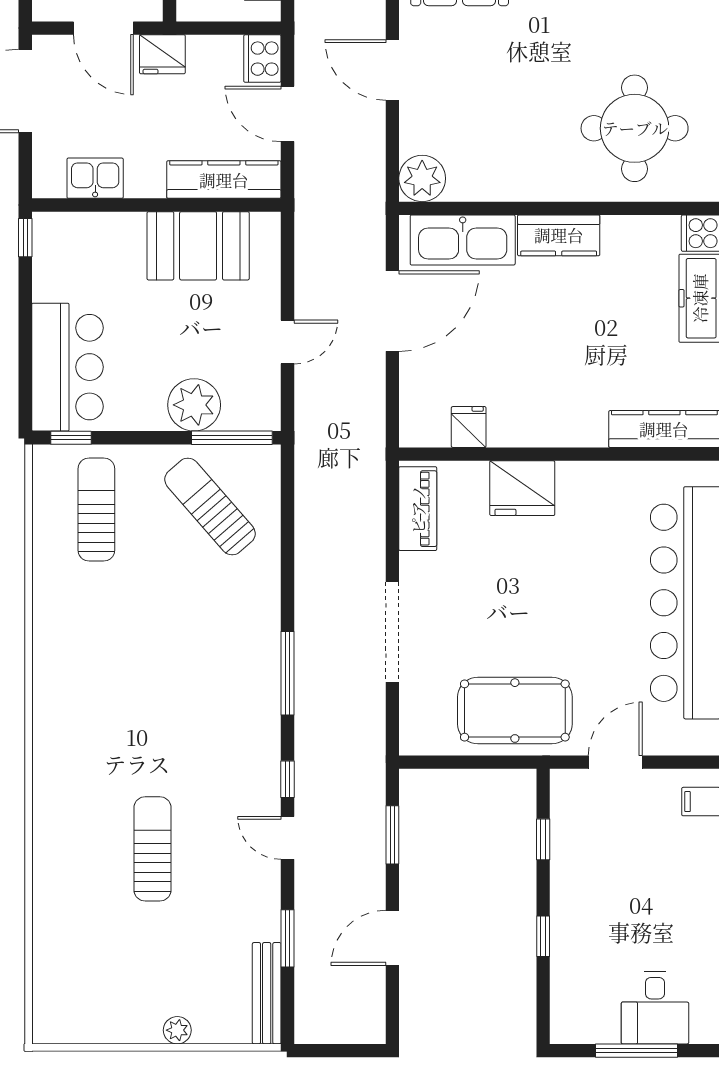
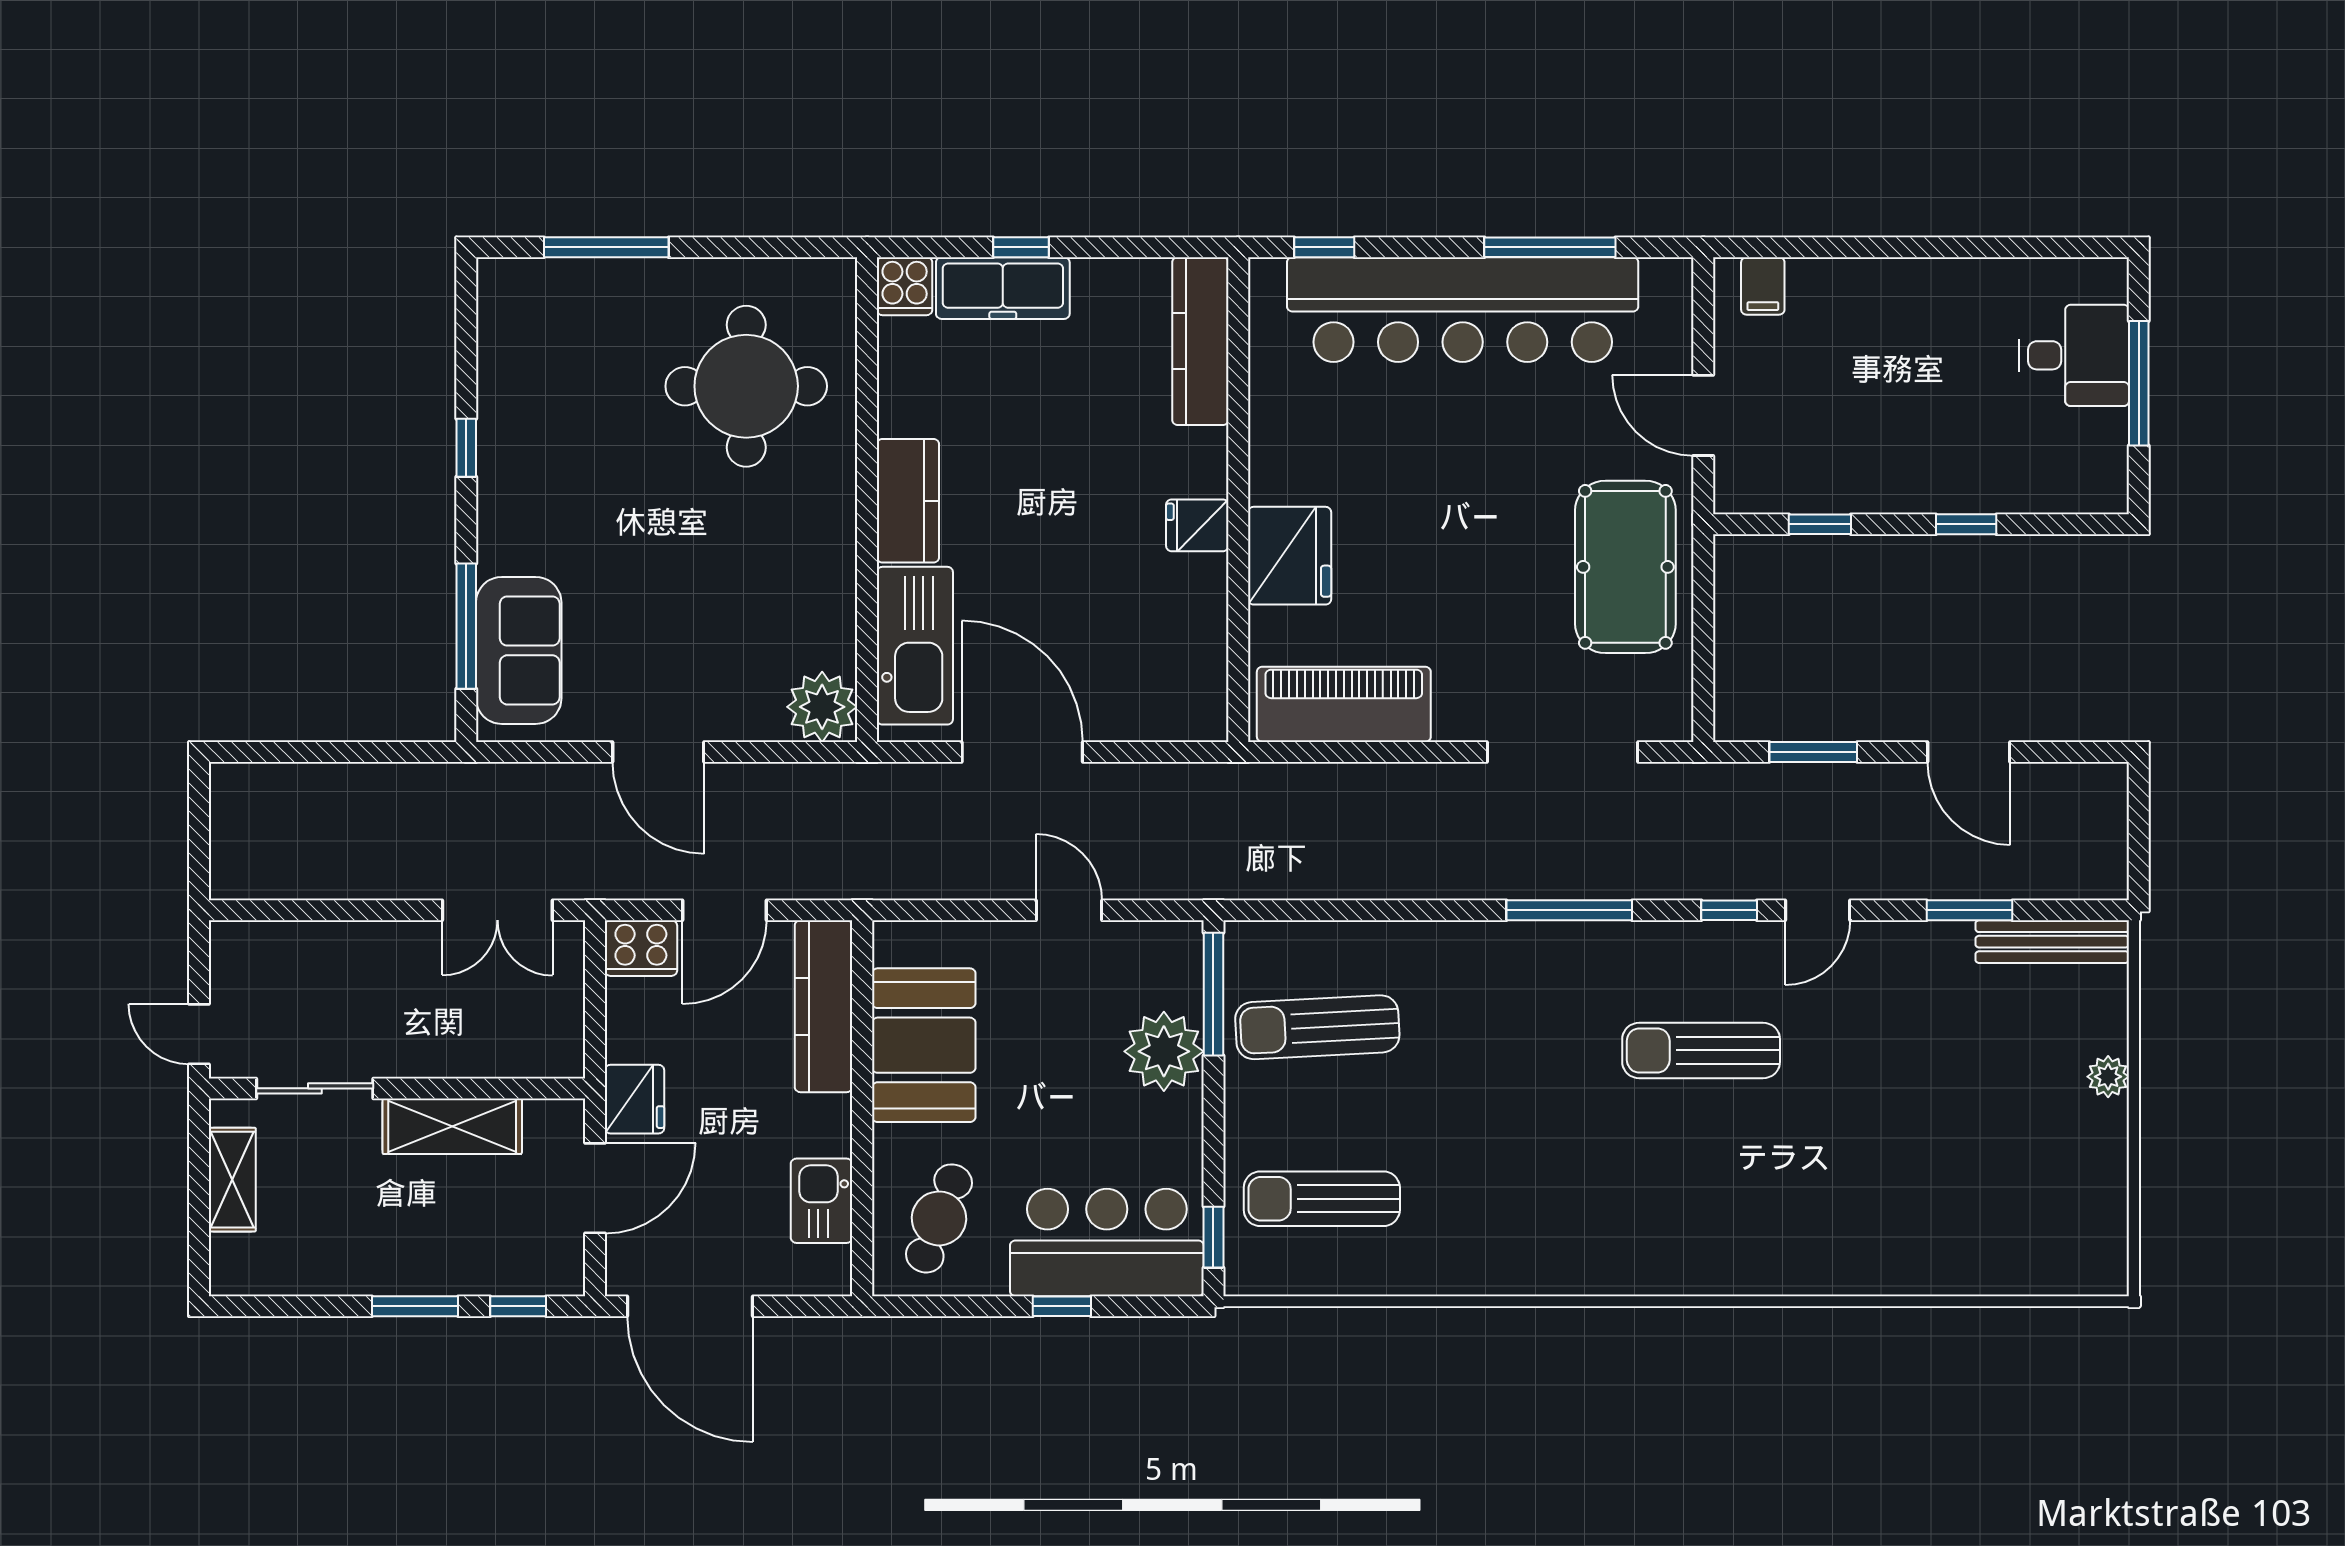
door: (392, 70) -> (658, 752), hinge flipped
window: (25, 238) -> (1062, 1306), moved
cafe table: (83, 256) -> (939, 1218), added
fridge: (469, 427) -> (1197, 525), moved
sun lounger: (210, 507) -> (1317, 1027), turned 38
piano: (418, 509) -> (1344, 704), width x1.37, depth x1.33
doorway: (392, 632) -> (1563, 752), moved
sun lounger: (153, 849) -> (1701, 1050), moved

